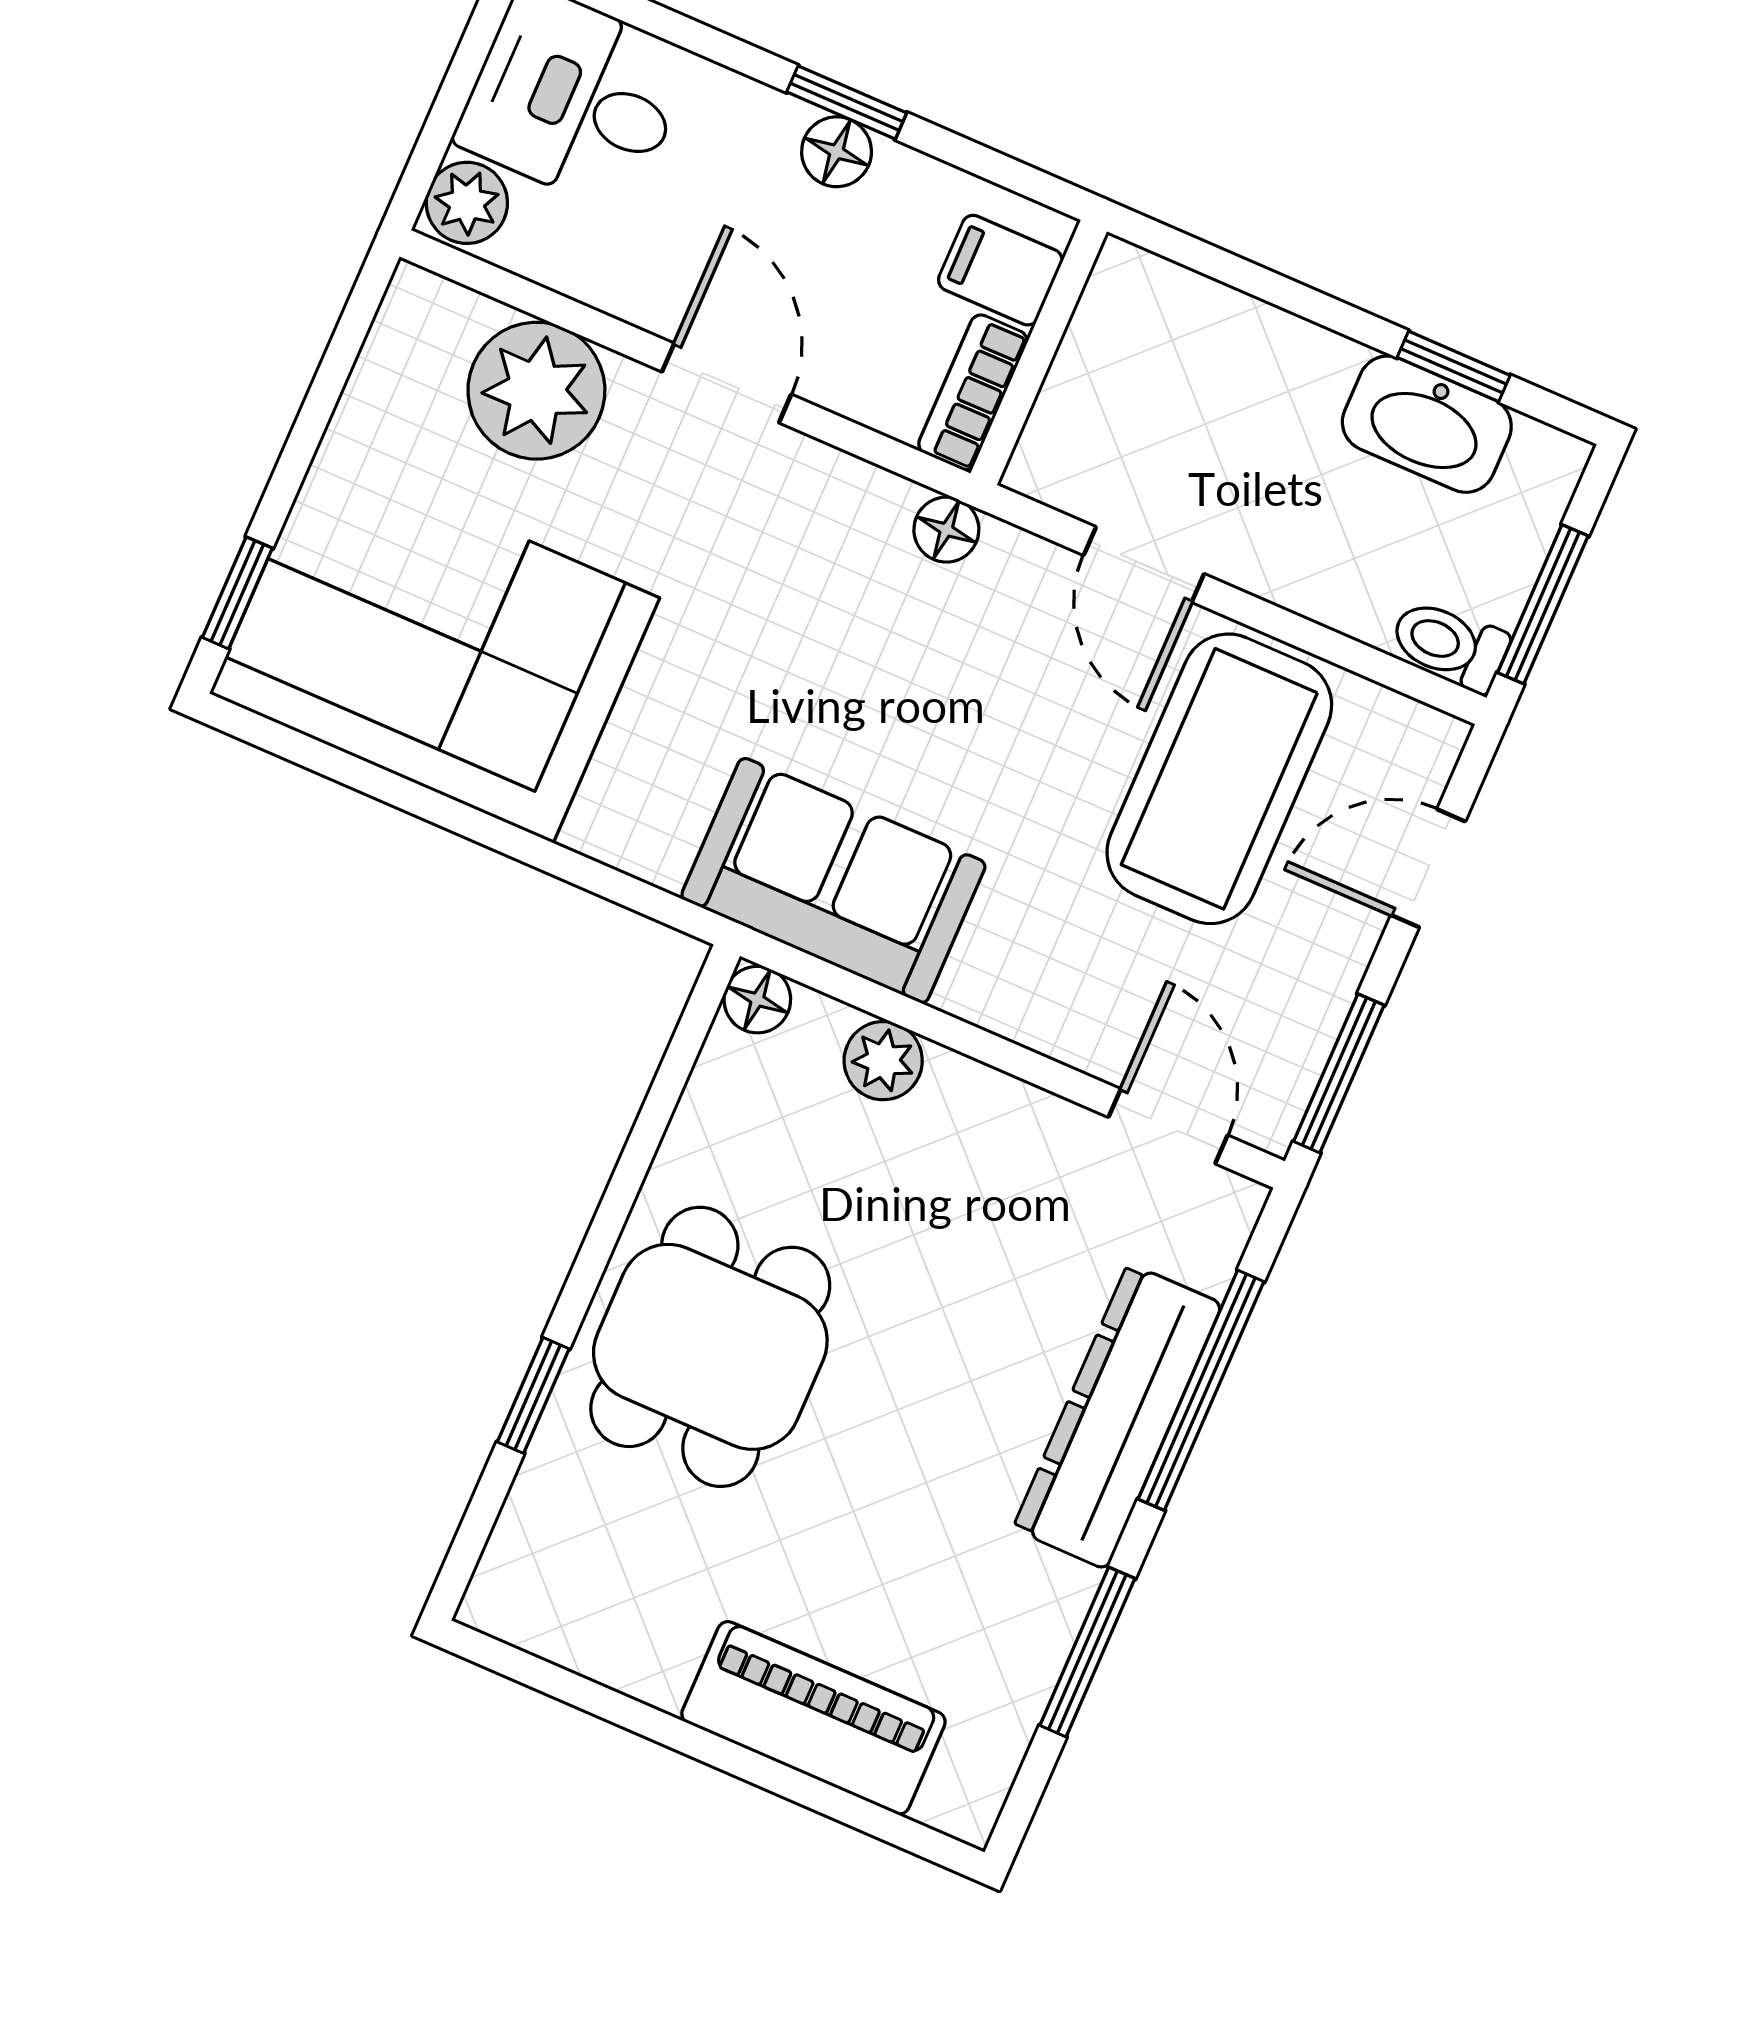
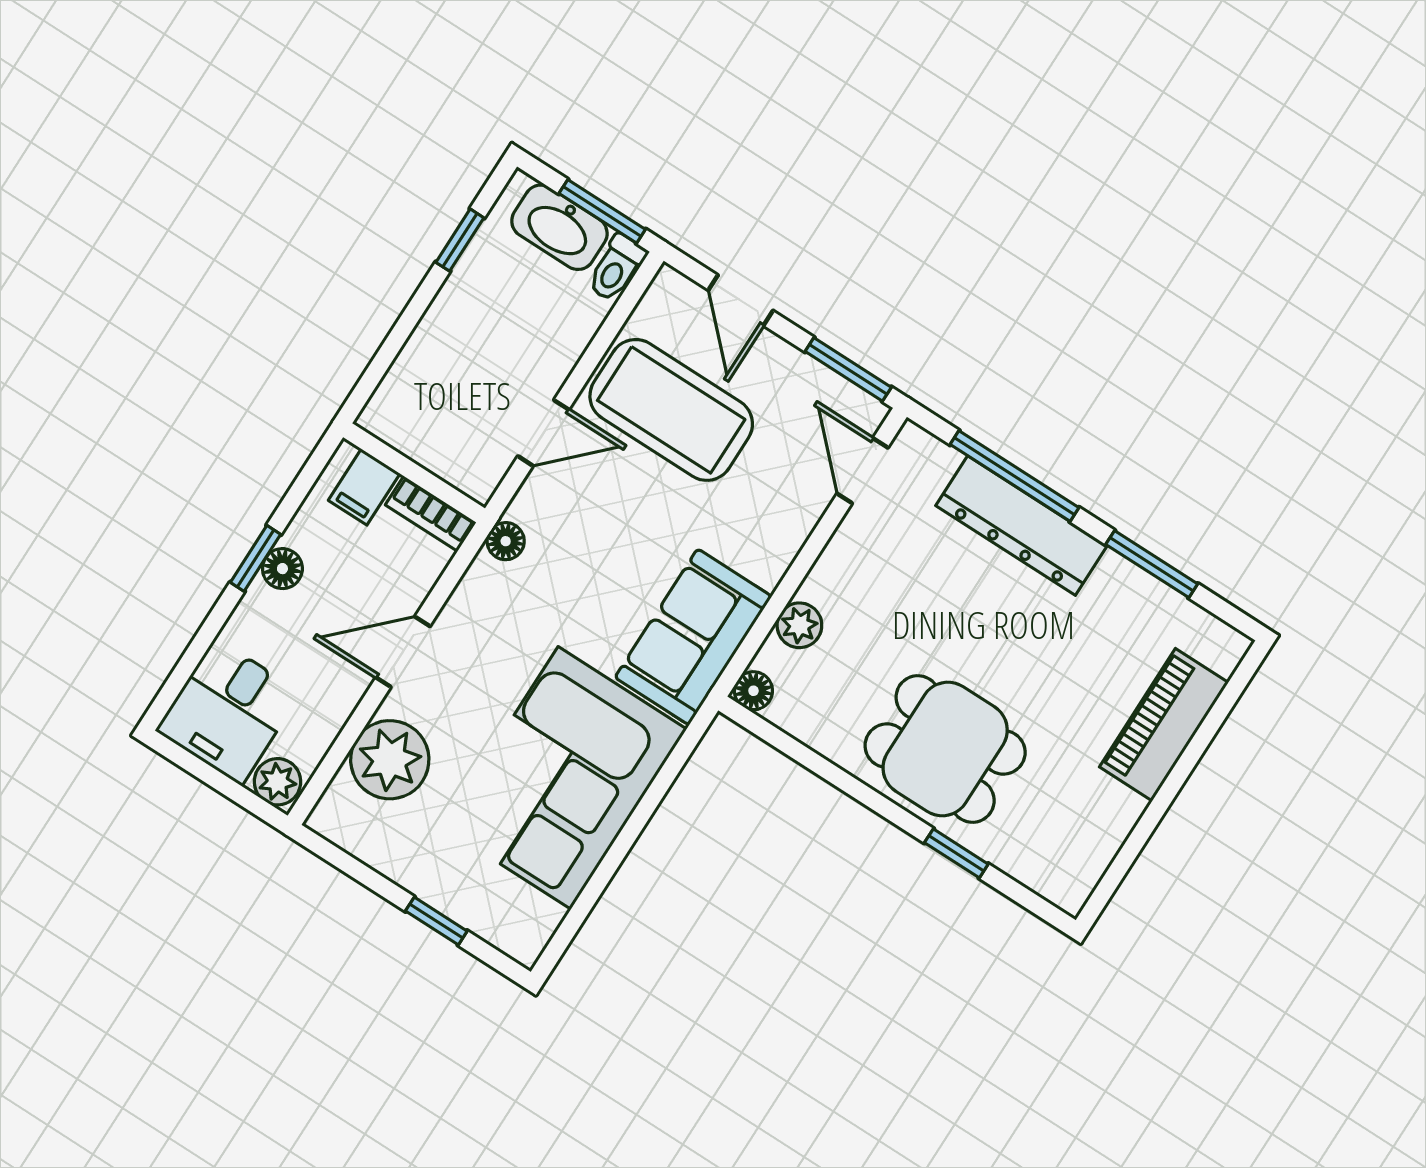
washbasin: (1427, 424) -> (559, 227), moved, turned 90
window: (237, 593) -> (436, 921), moved
corner sofa: (435, 646) -> (565, 778), moved
door: (1168, 1126) -> (862, 471), hinge flipped

